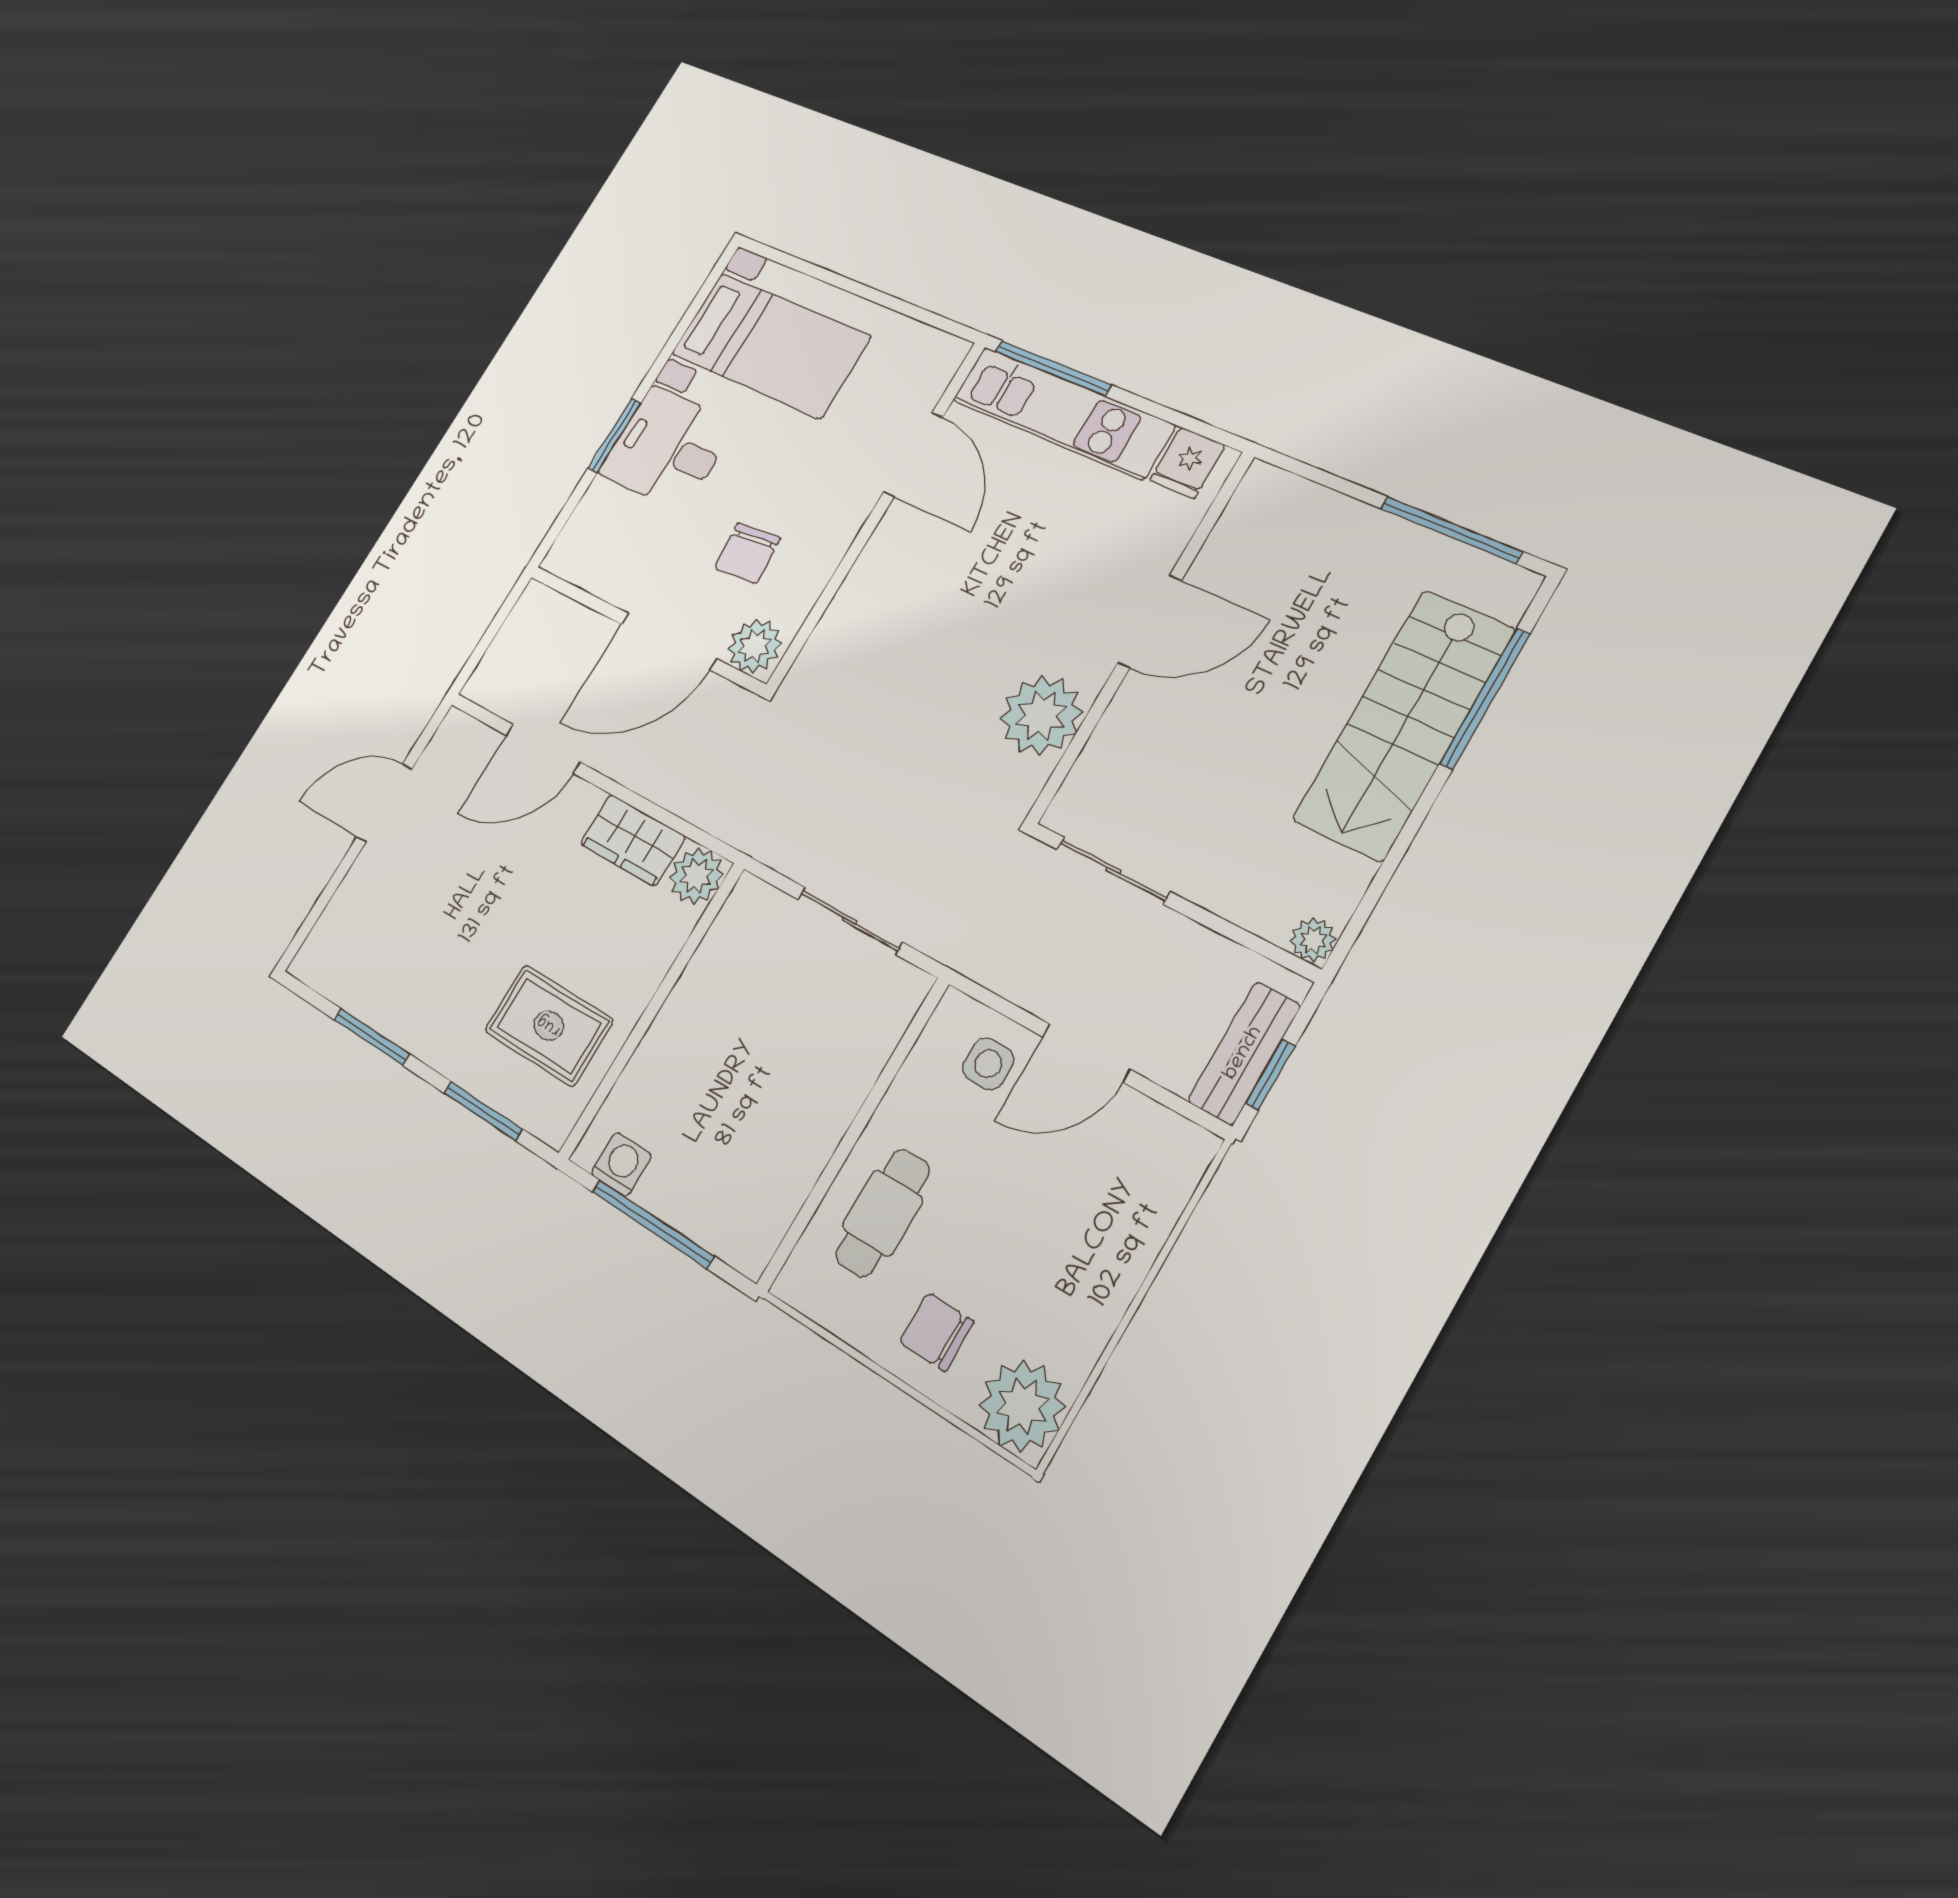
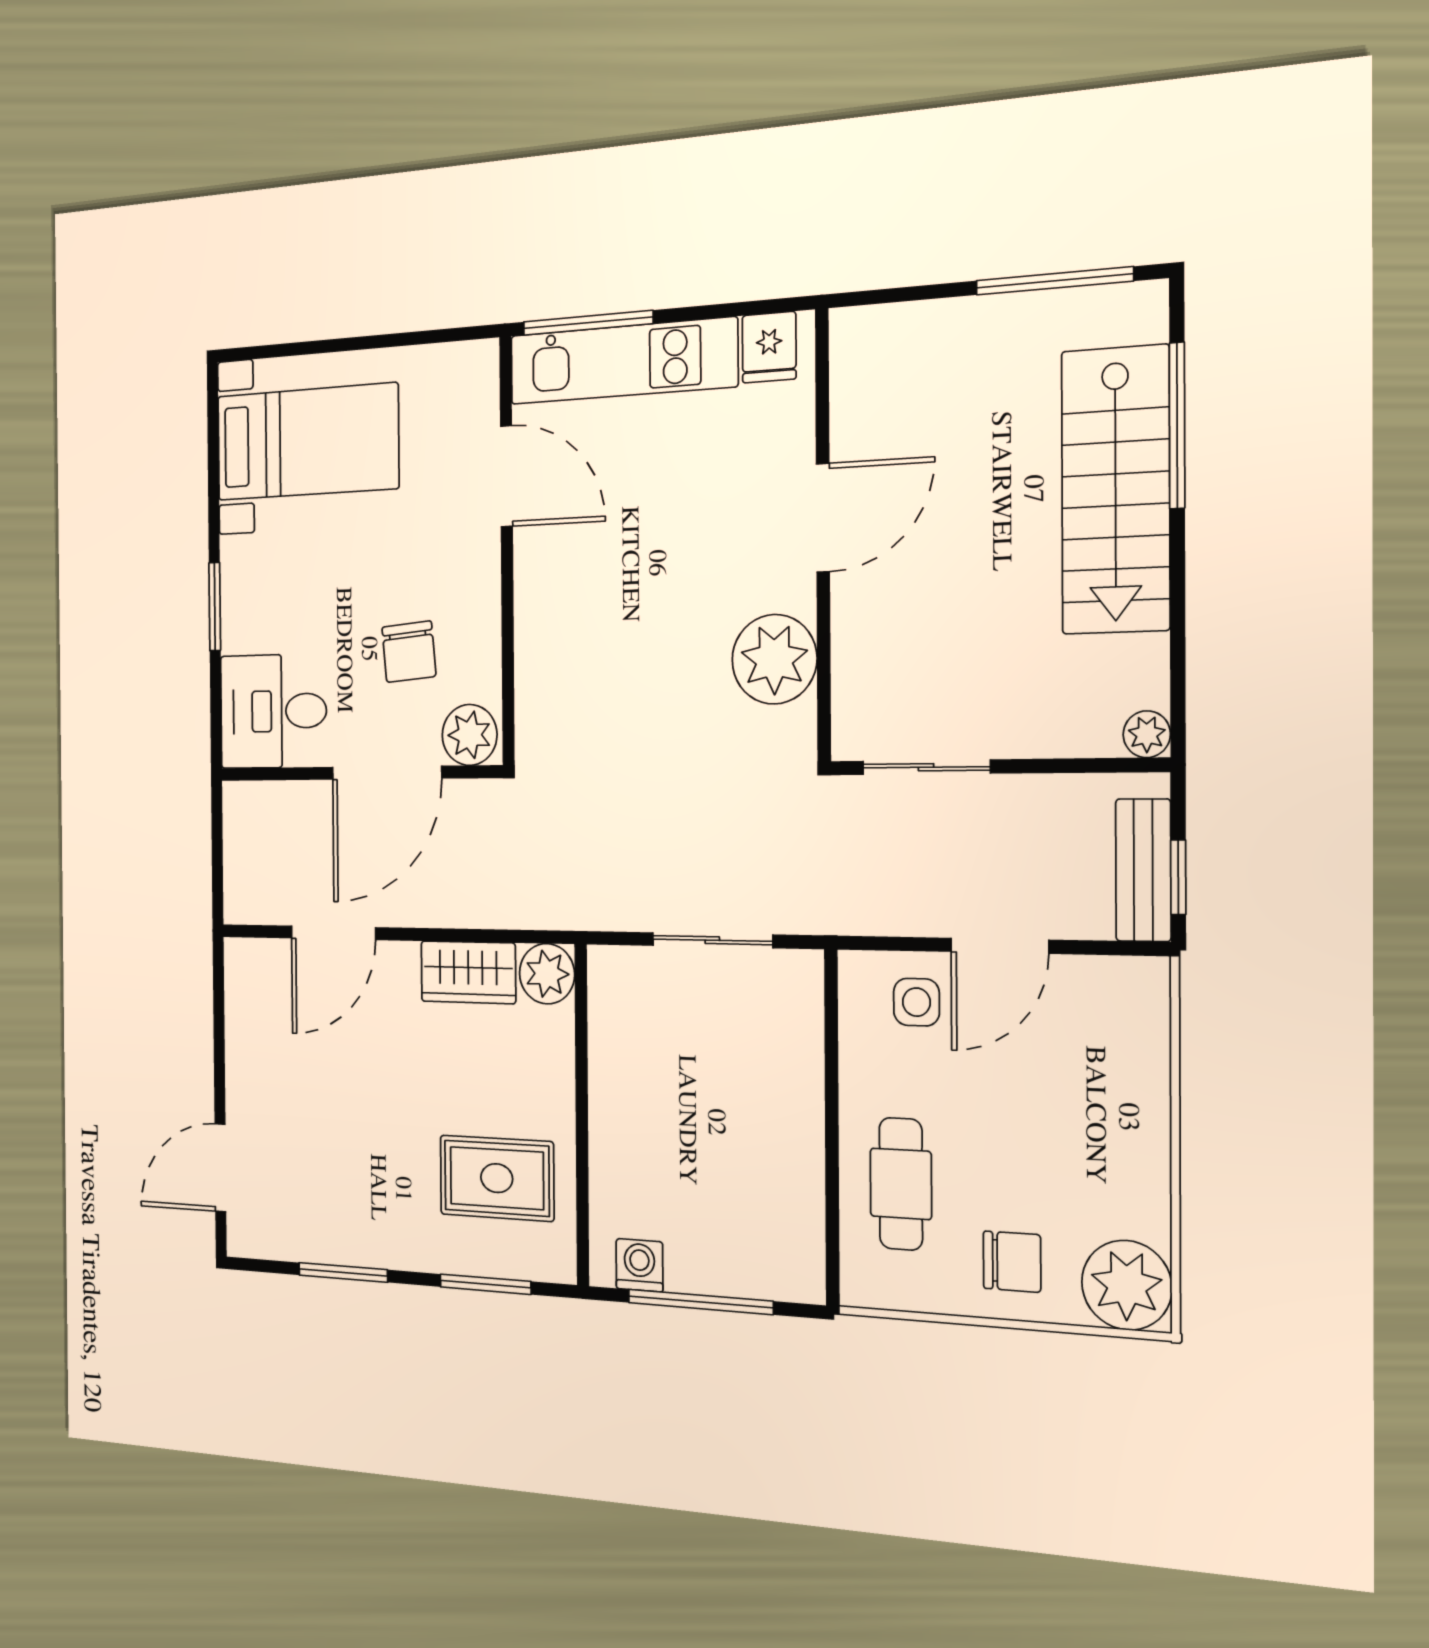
desk: (667, 448) -> (273, 711), moved
door: (384, 803) -> (220, 1168), moved
chair: (937, 1332) -> (1012, 1262), turned 180

